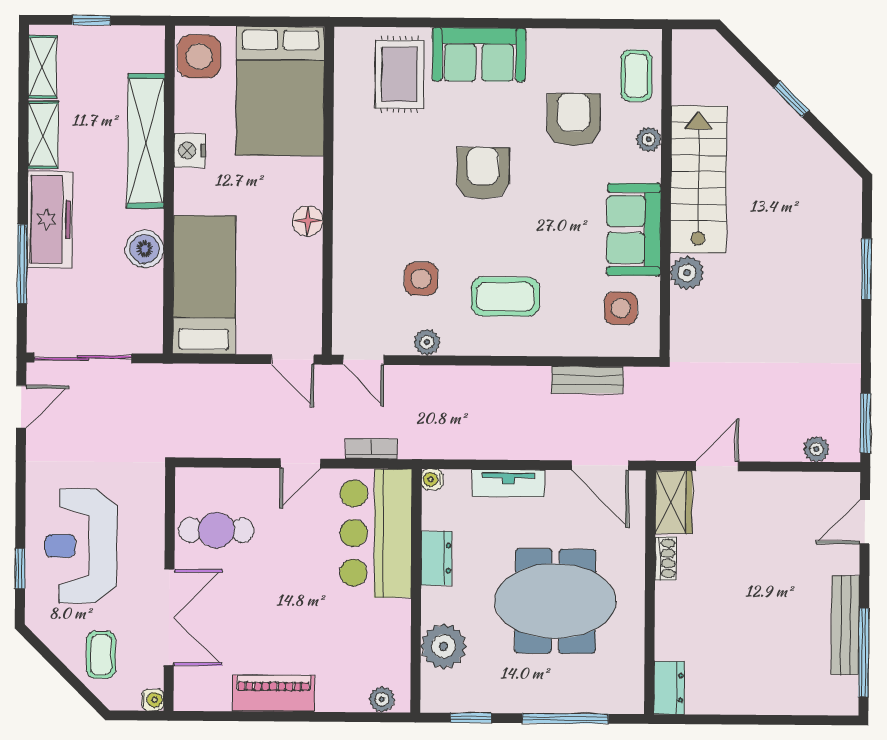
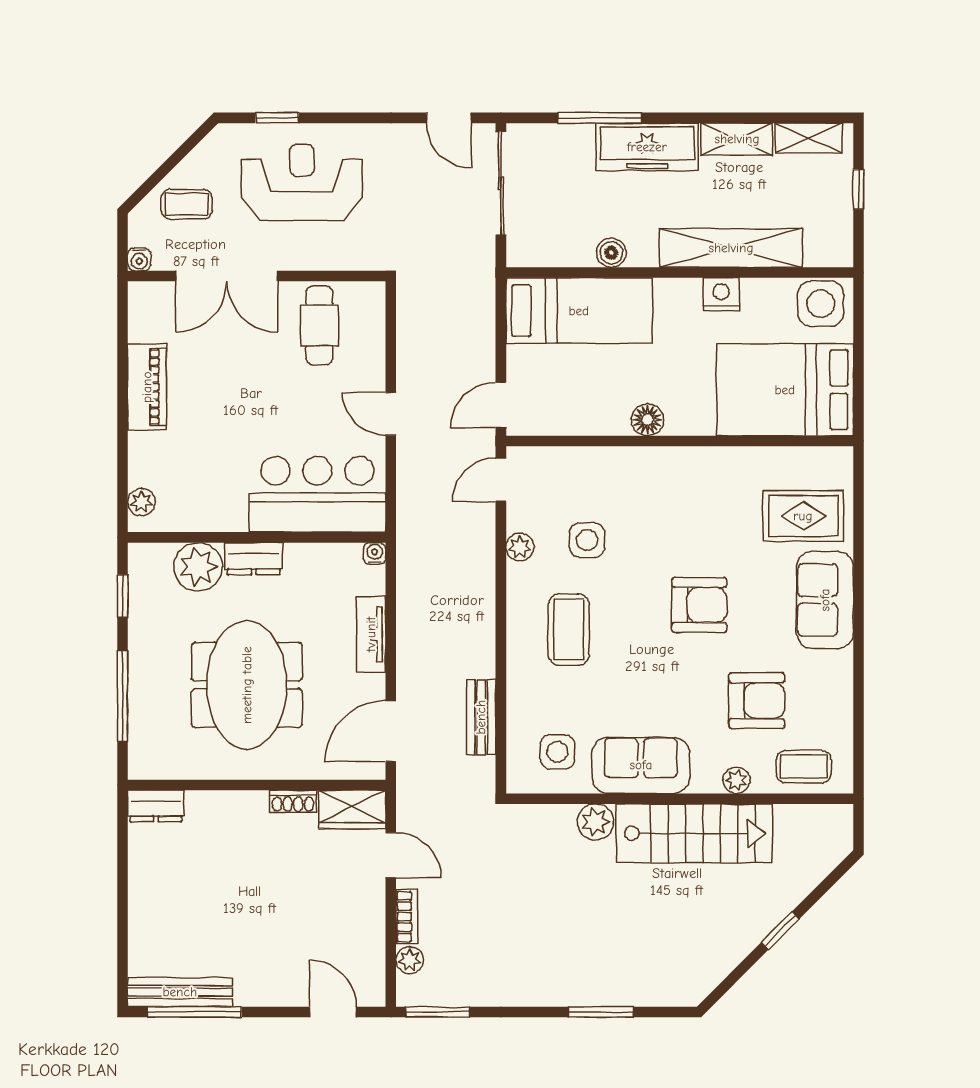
boiler: (145, 249) -> (611, 253), width x0.73, depth x0.73
bookcase: (371, 449) -> (407, 917), moved
dresser: (436, 558) -> (254, 559), moved
bench: (845, 625) -> (180, 992), moved

